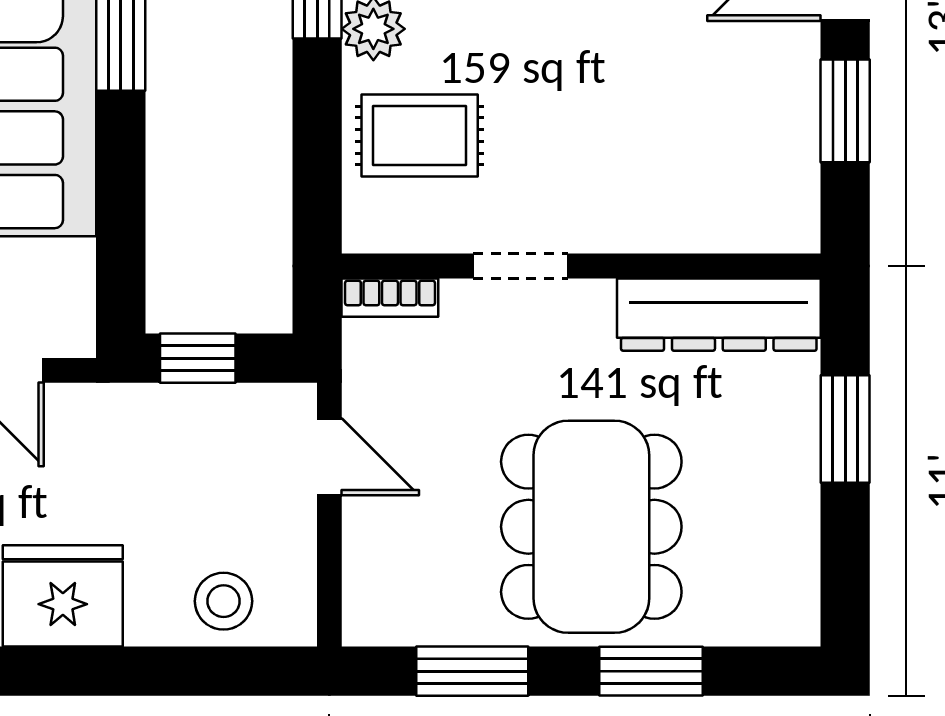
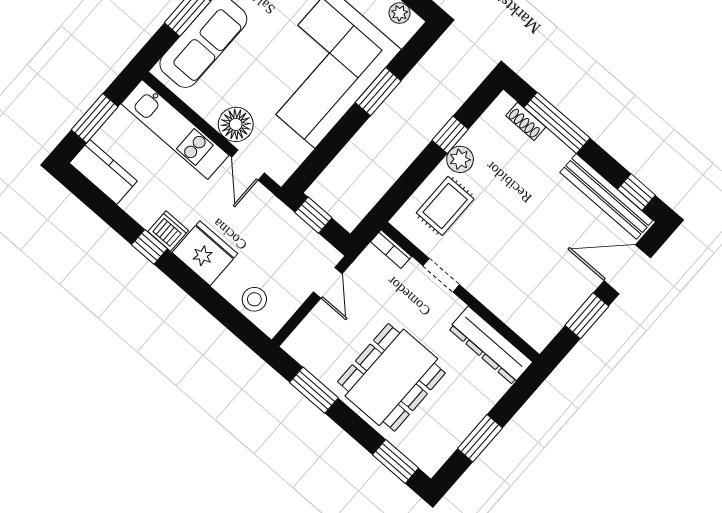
rug: (420, 135) -> (445, 206), turned 90
window: (845, 429) -> (480, 438), moved
window: (651, 671) -> (395, 461), moved

